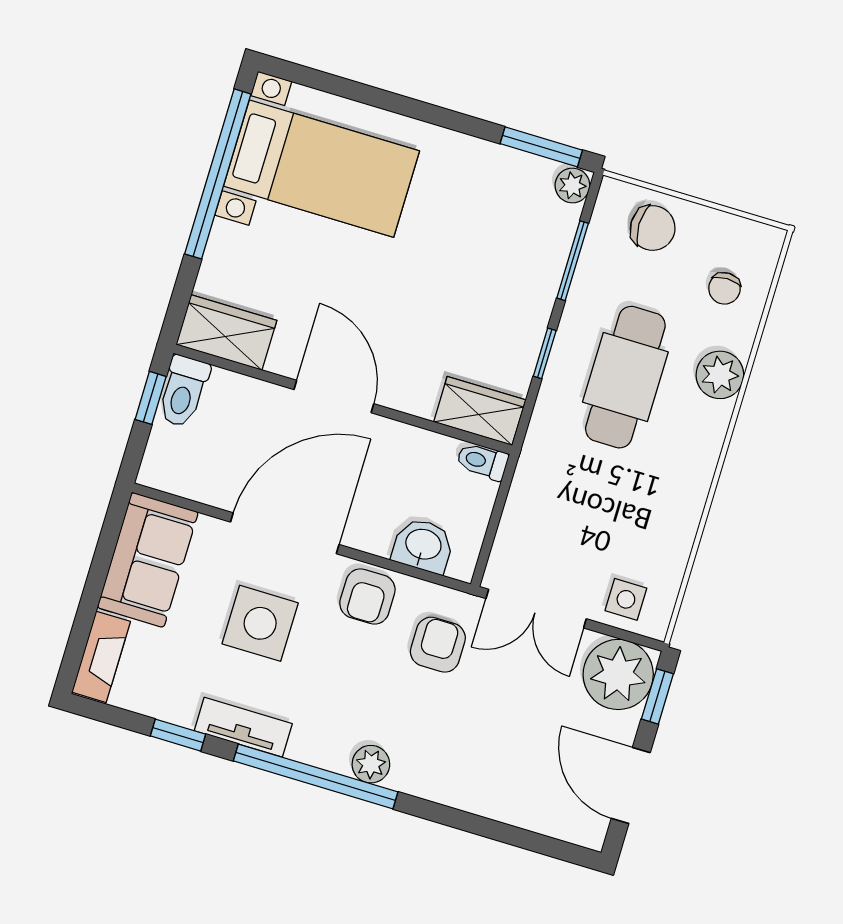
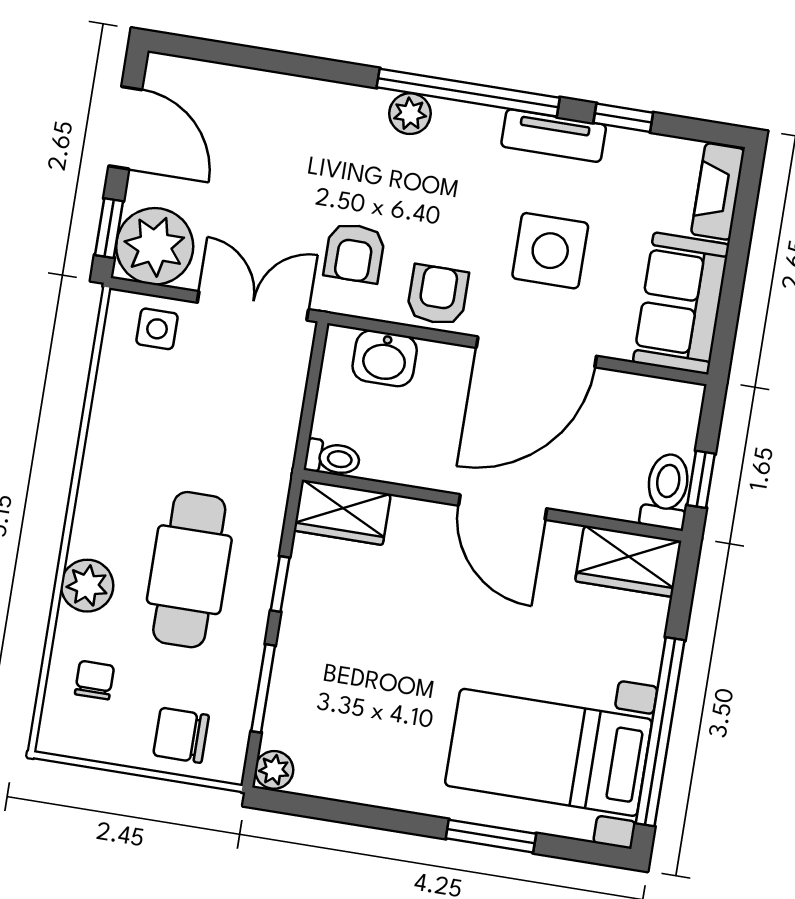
window: (541, 147) -> (491, 836), moved

